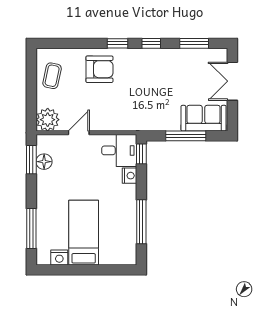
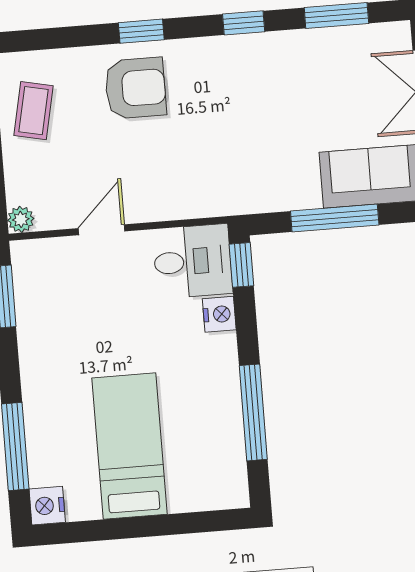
window: (117, 43) -> (141, 31), moved
plant: (48, 120) -> (21, 219), width x0.53, depth x0.53
floor lamp: (44, 162) -> (31, 299), removed
nightstand: (59, 257) -> (47, 506), moved, turned 90

